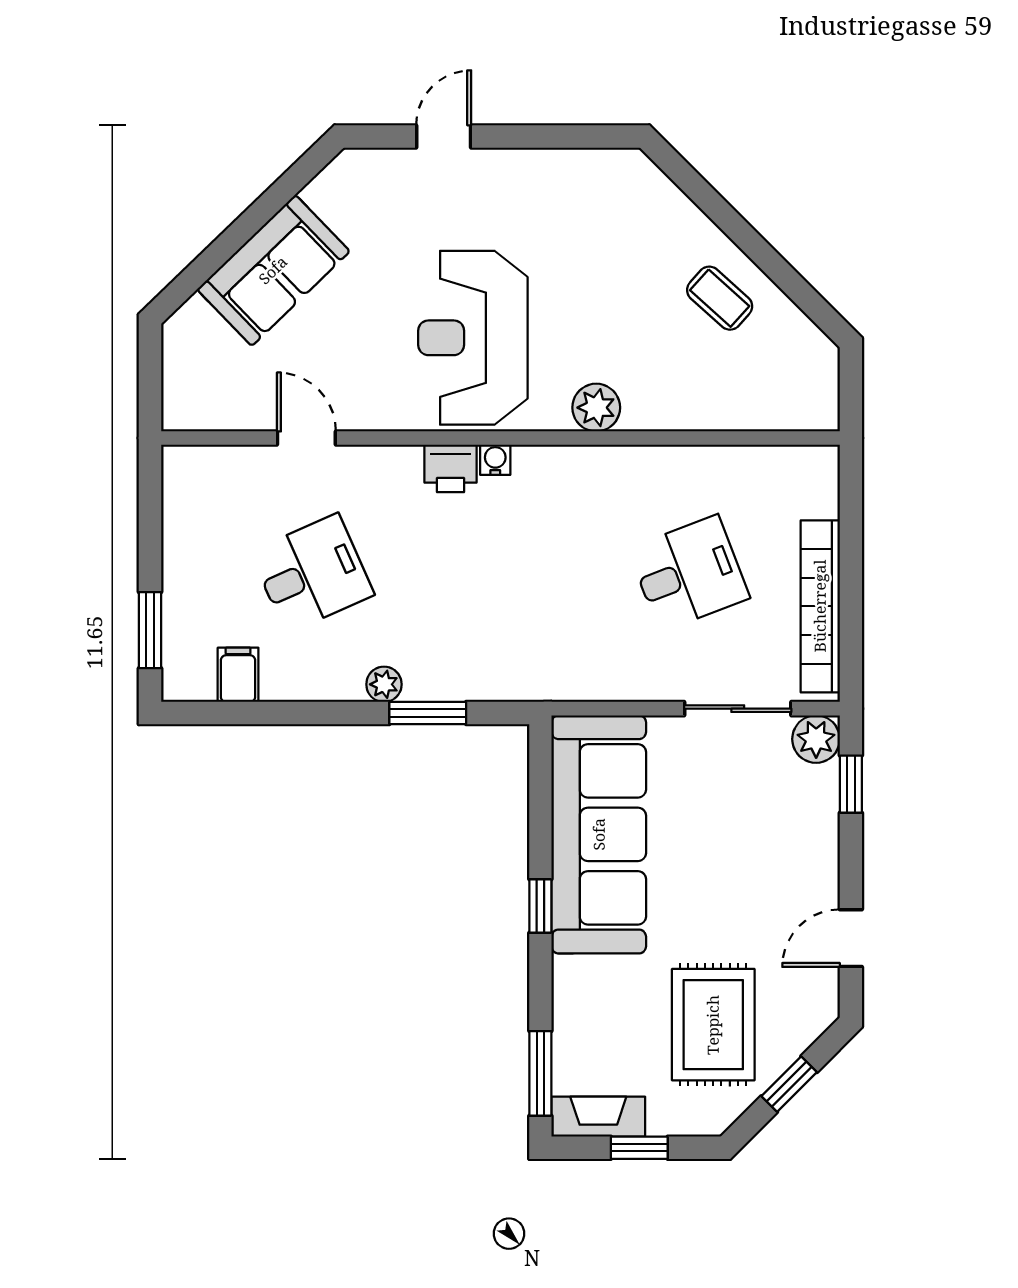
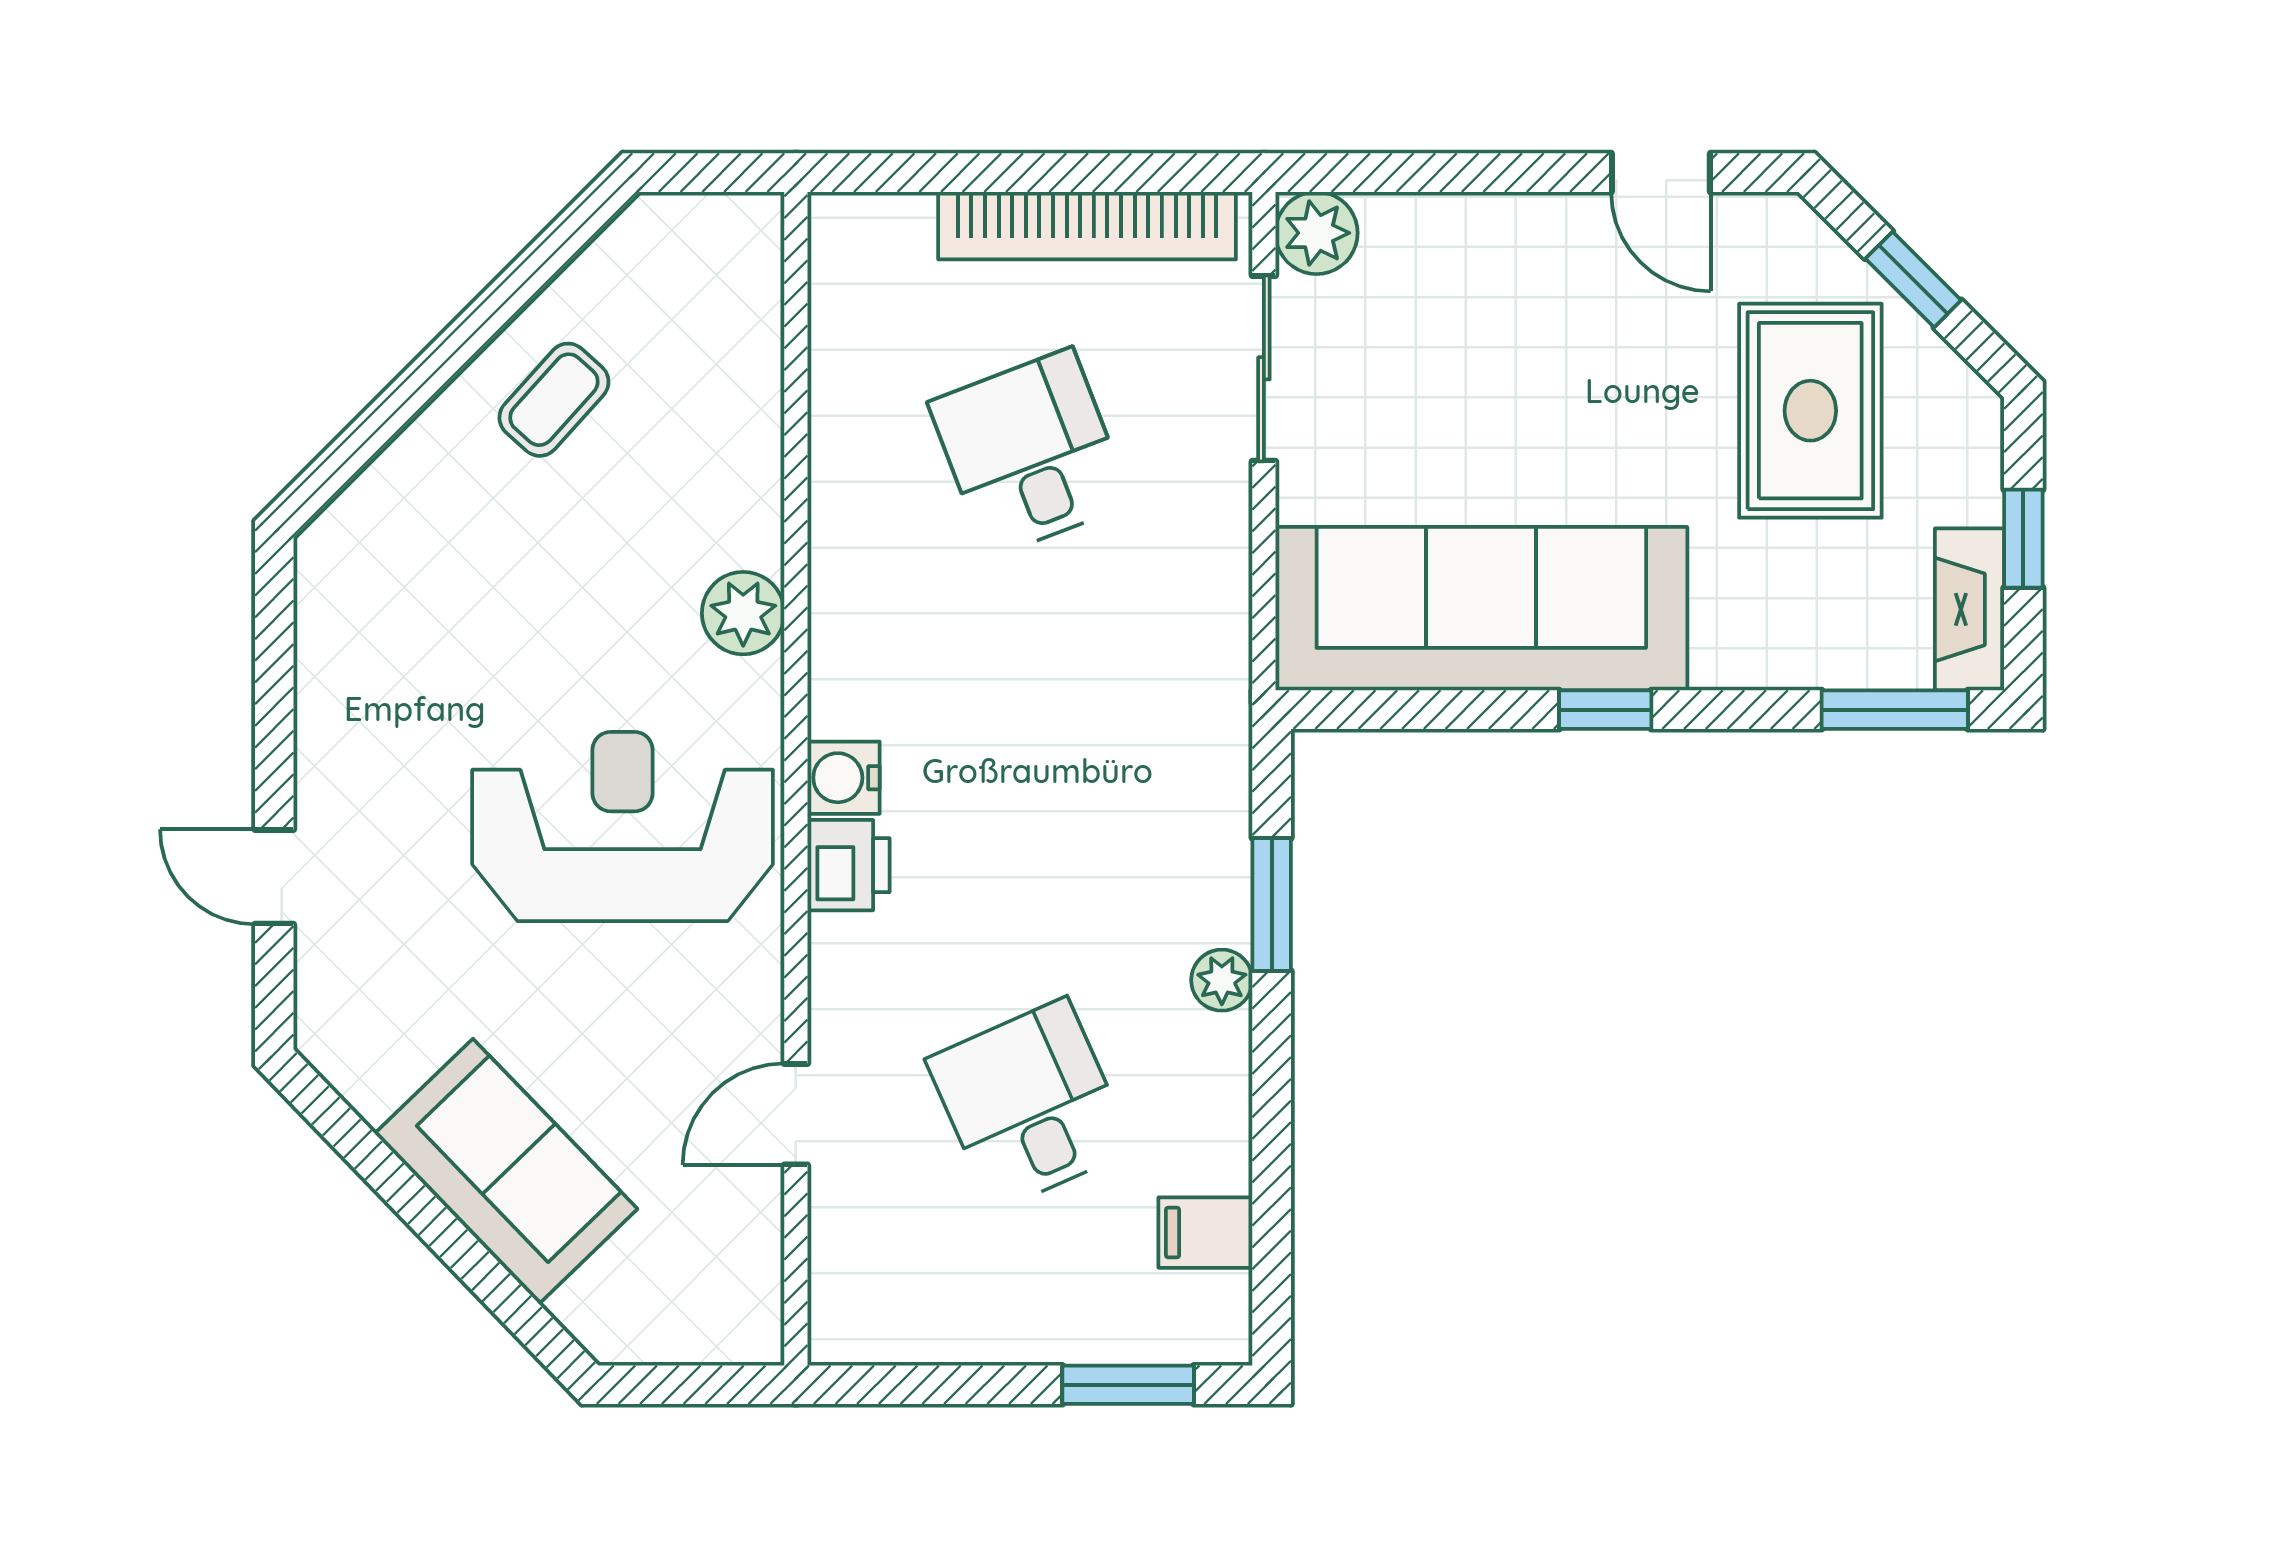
reception desk: (473, 338) -> (623, 826), turned 180
water cooler: (495, 460) -> (844, 778), width x1.38, depth x1.38
window: (851, 784) -> (1394, 173), removed
rug: (713, 1025) -> (1810, 411), turned 90

